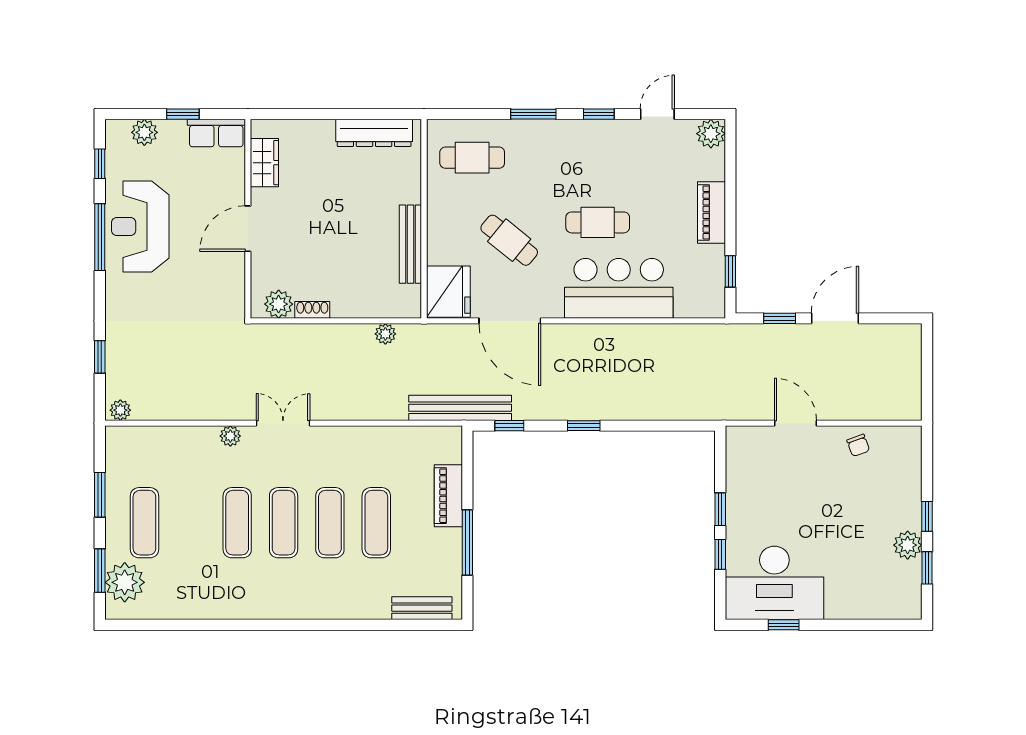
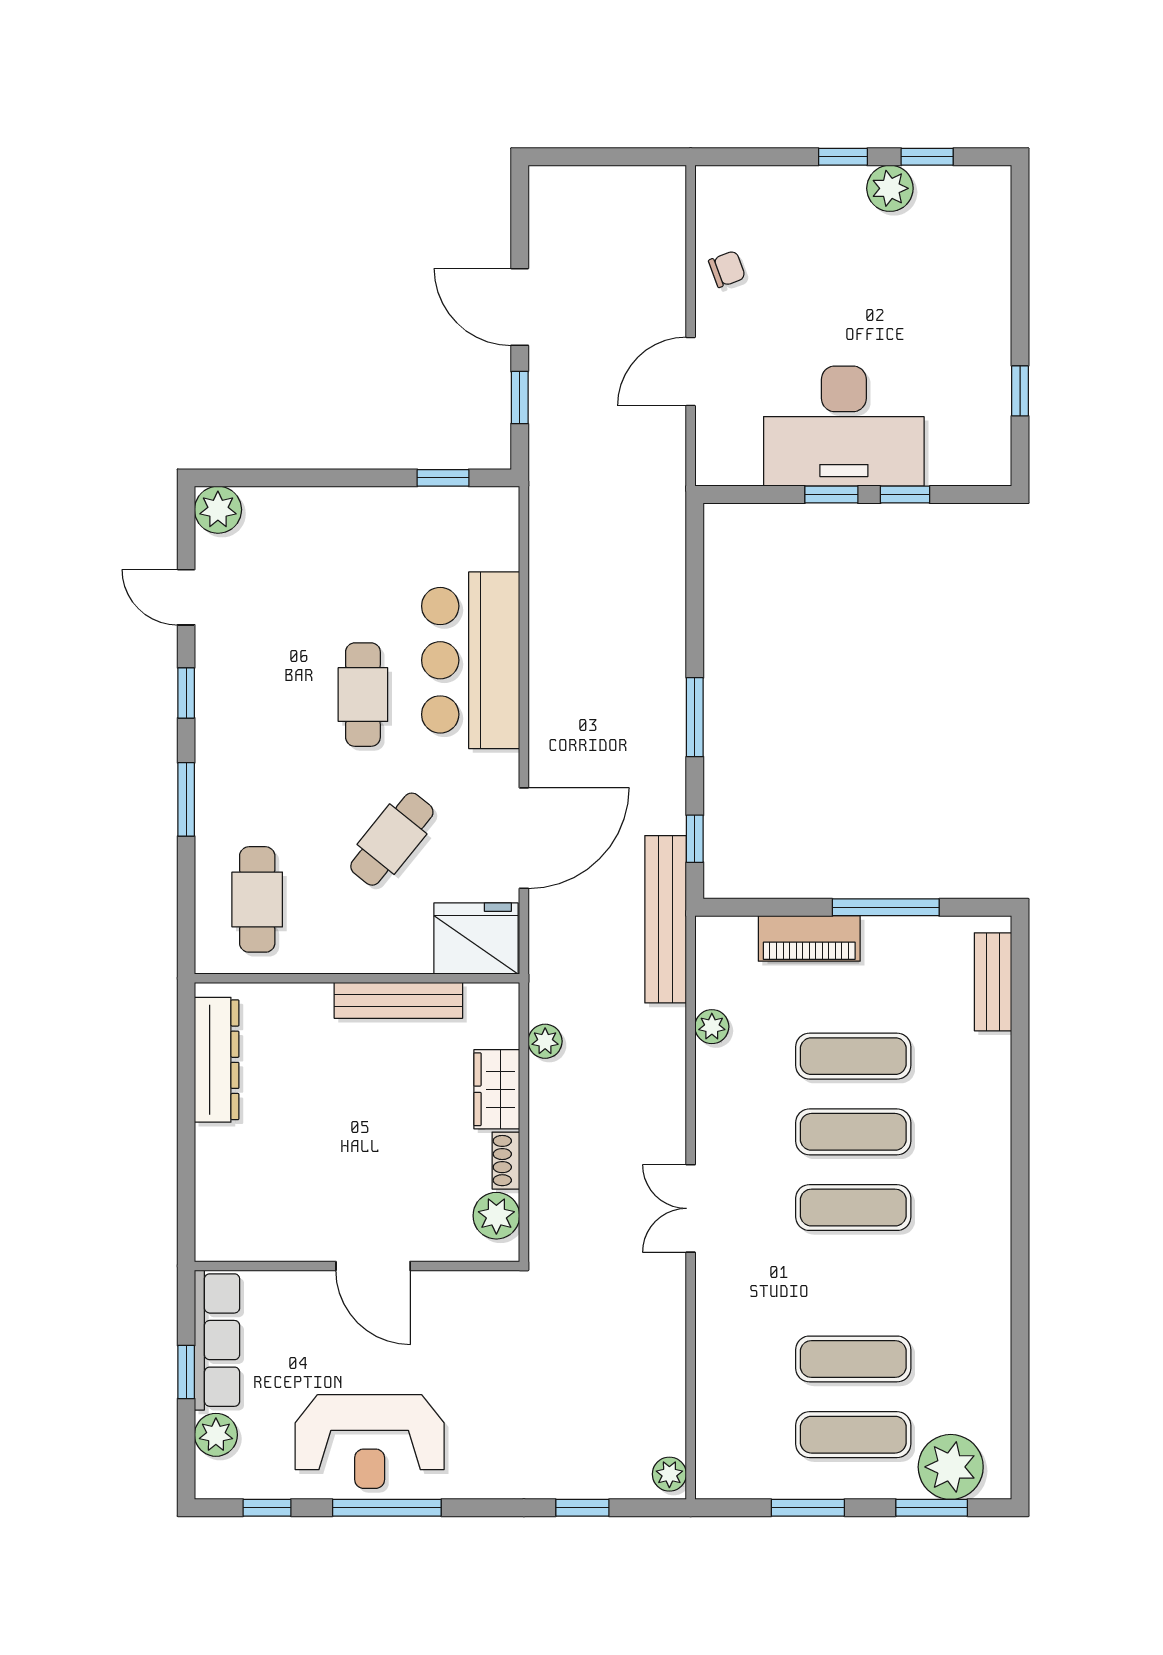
row of seats: (216, 133) -> (217, 1340), width x1.48
wardrobe: (264, 163) -> (497, 1089), moved, turned -90
piano: (711, 212) -> (347, 509), removed
window: (584, 426) -> (695, 717), width x1.50
plant: (230, 436) -> (712, 1027), moved
exercise mat: (237, 523) -> (853, 1359), moved
desk: (774, 583) -> (844, 426), moved, turned 90

